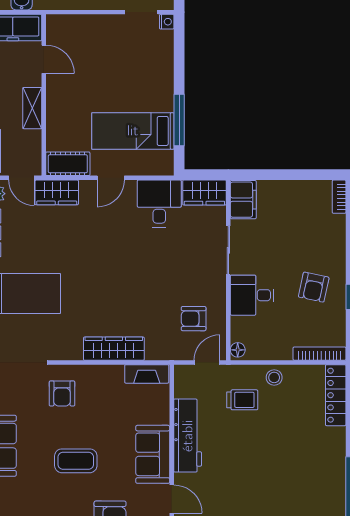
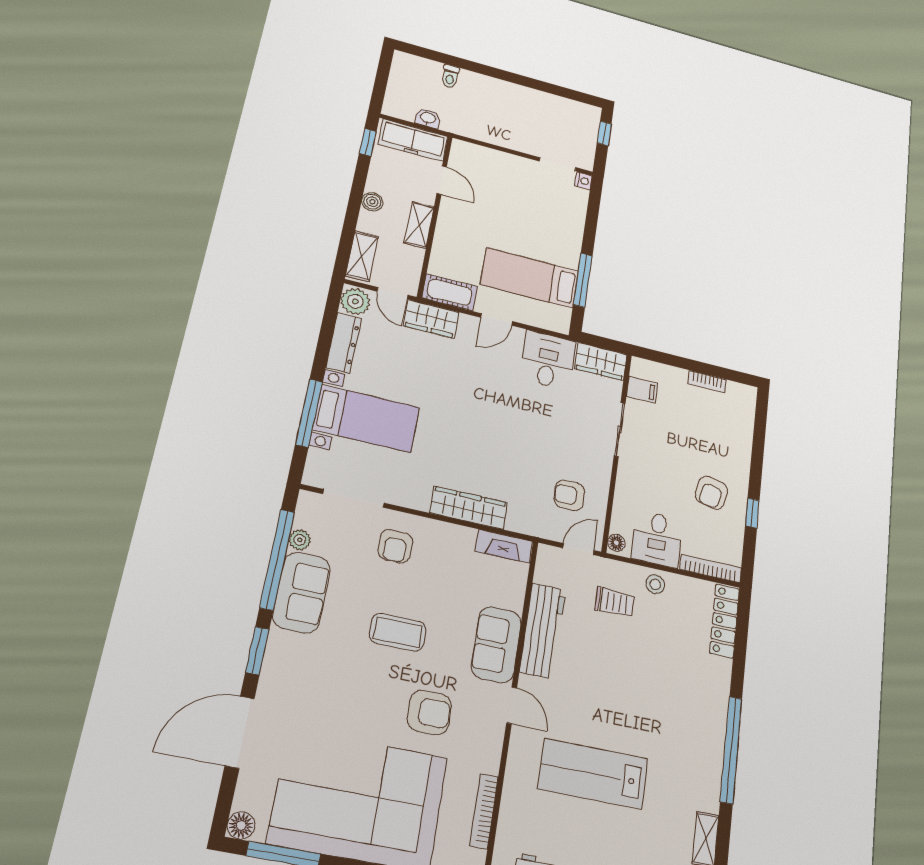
bookcase: (339, 197) -> (707, 382), moved, turned -90
filing cabinet: (243, 200) -> (642, 390), width x0.50
desk: (252, 295) -> (657, 539), moved, turned -90

